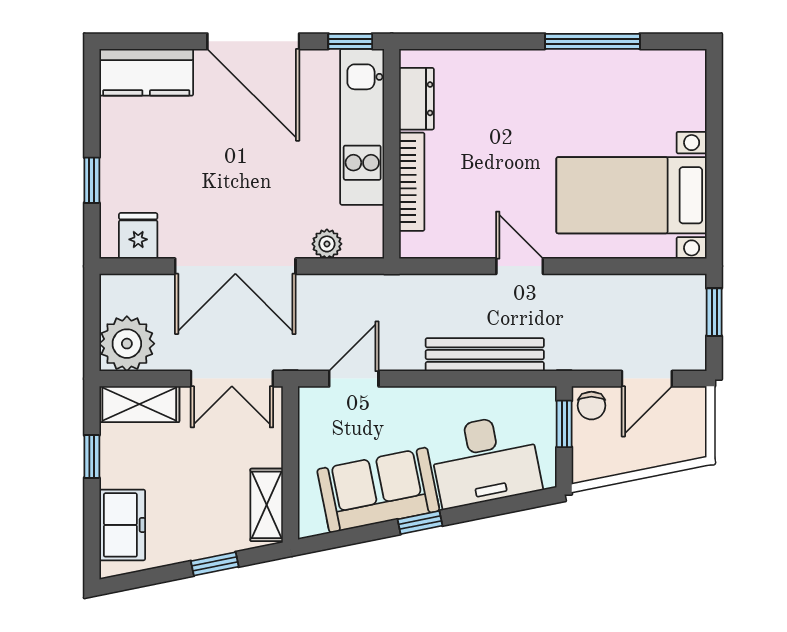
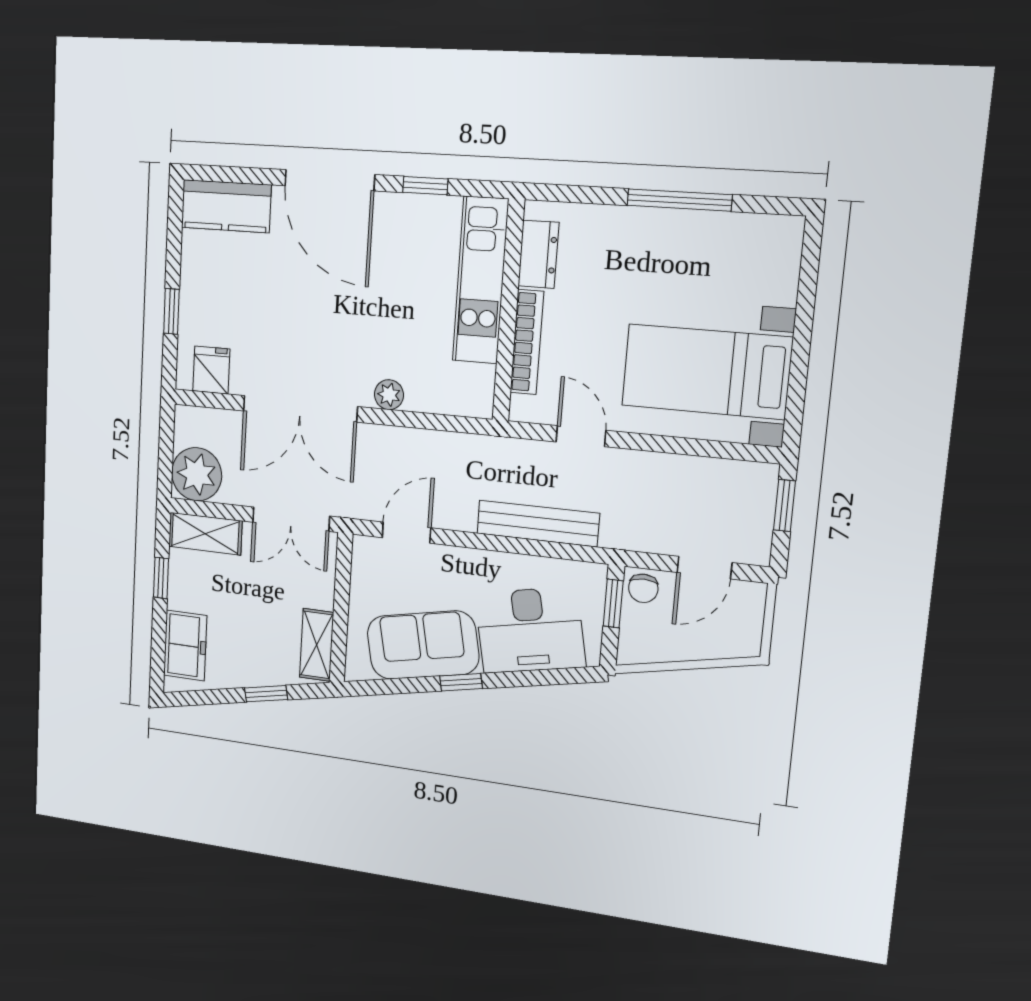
dresser: (417, 99) -> (539, 254), moved
kitchen unit: (362, 127) -> (481, 280), moved
wall: (392, 154) -> (509, 311), moved
bookcase: (412, 182) -> (527, 342), moved

